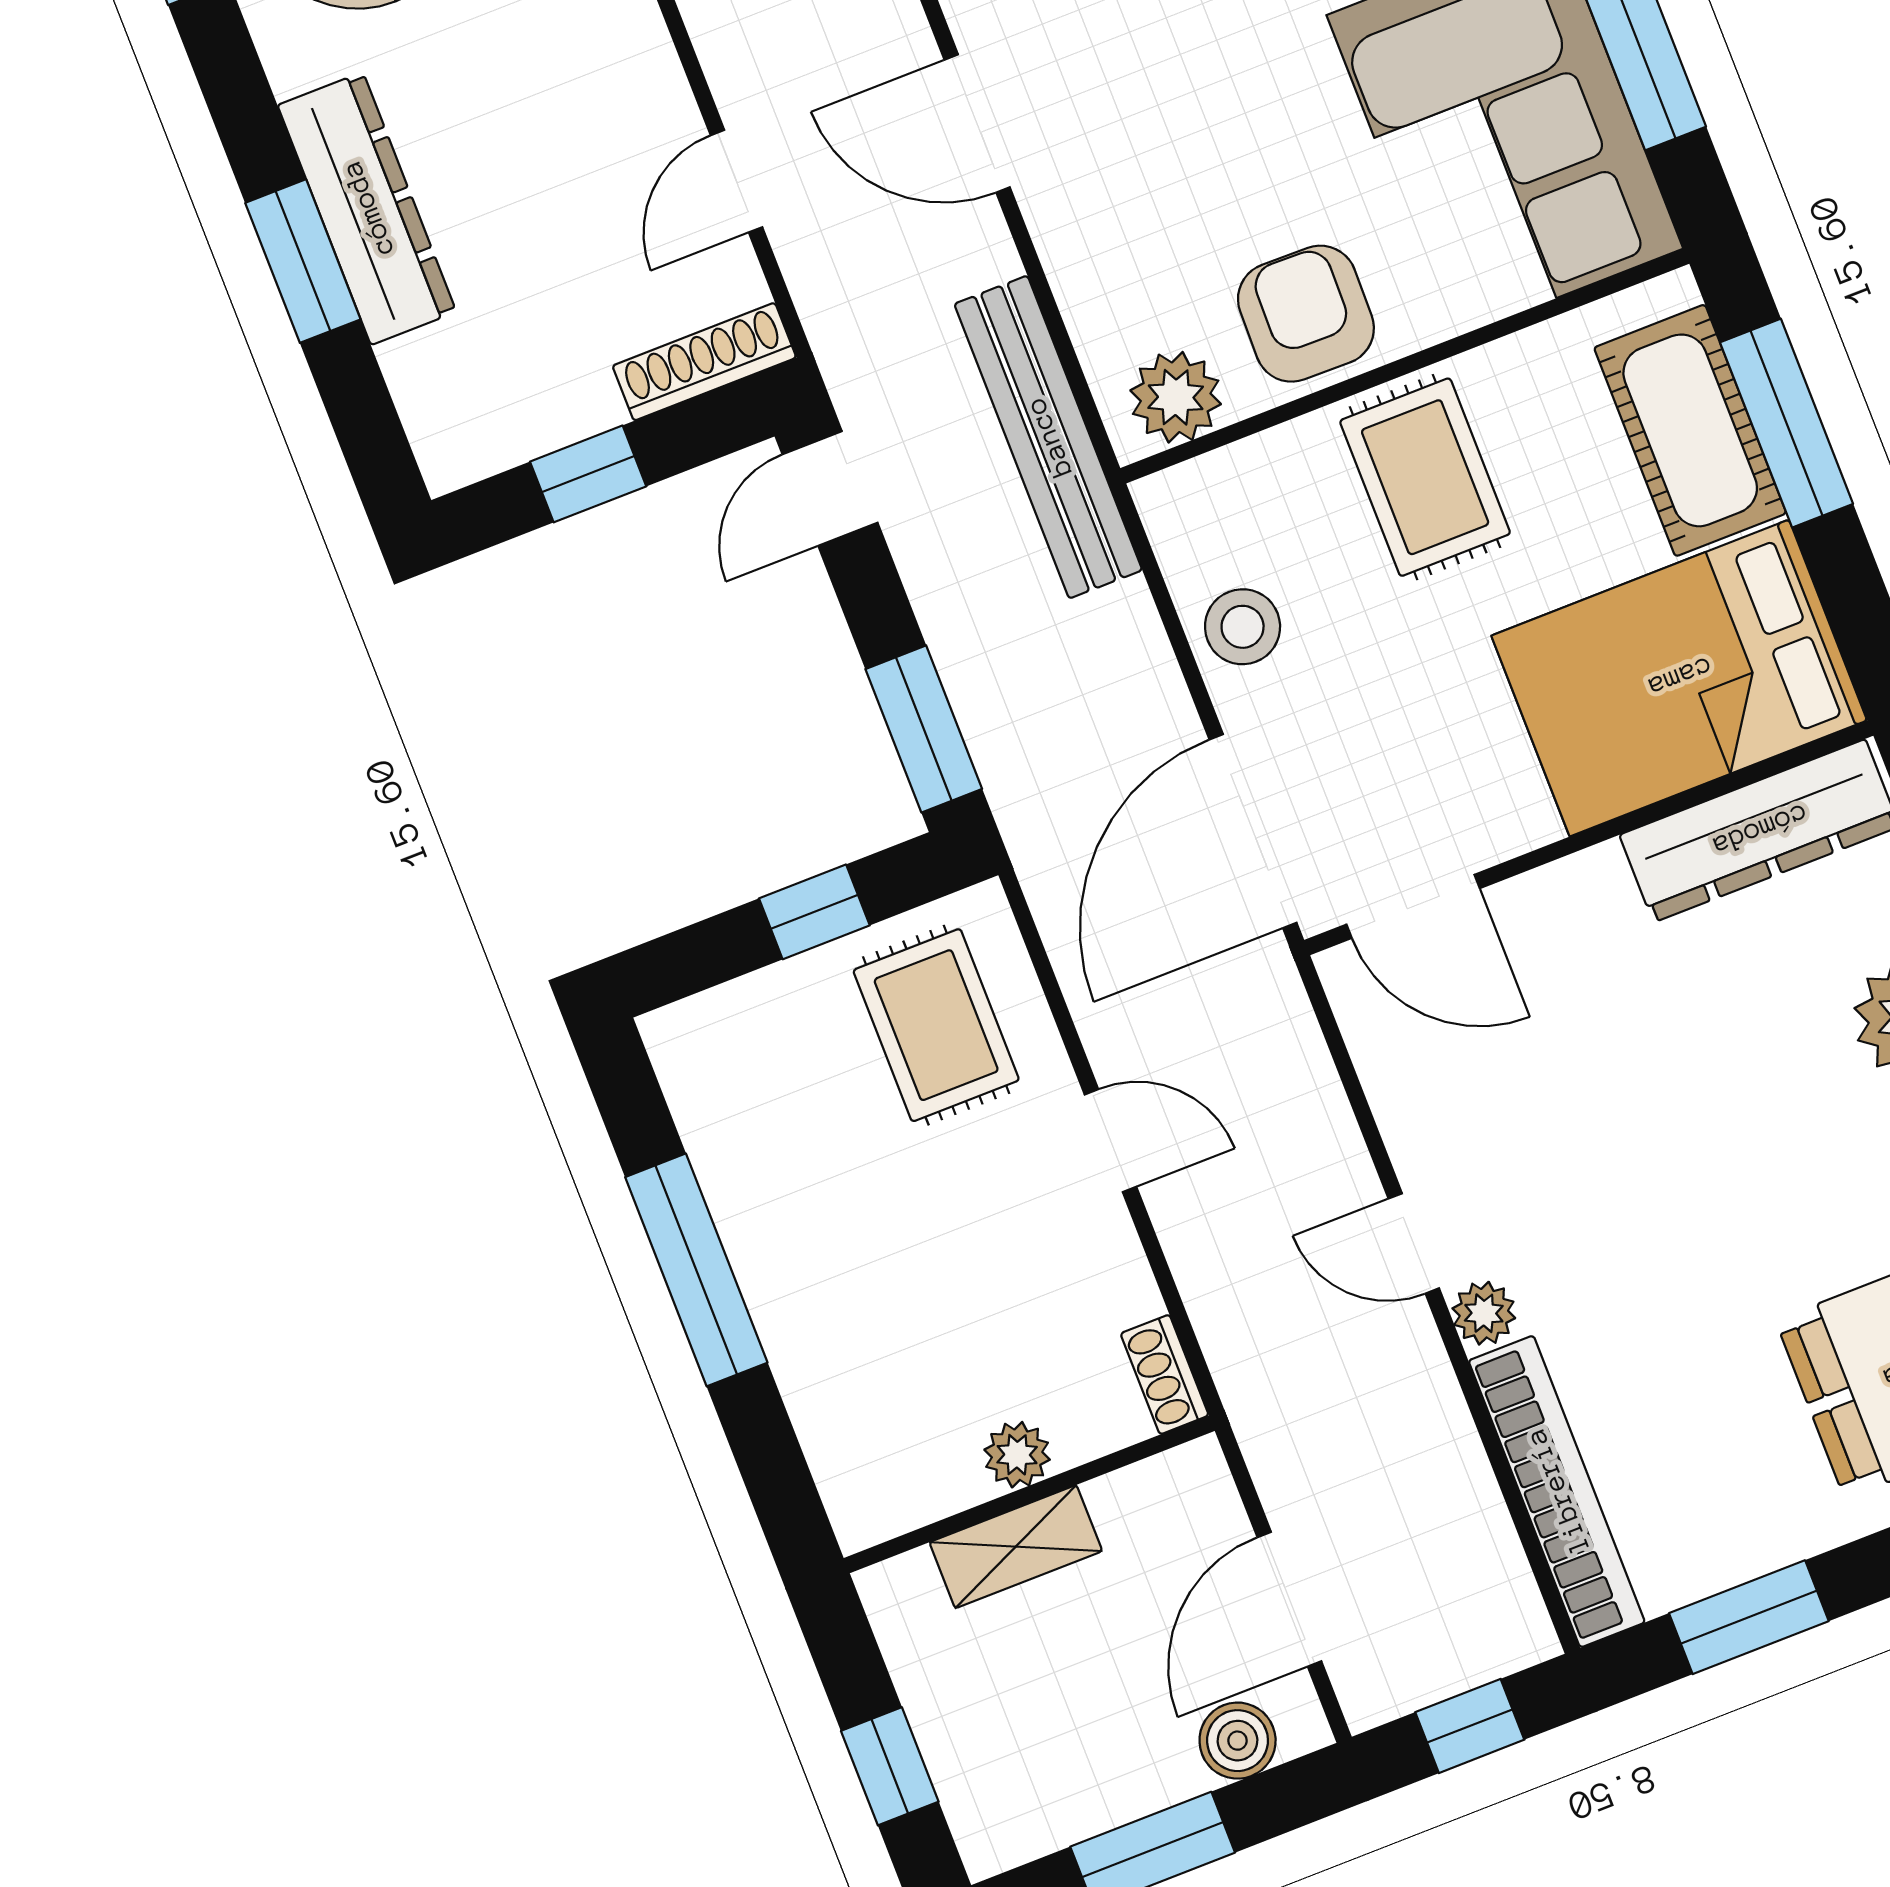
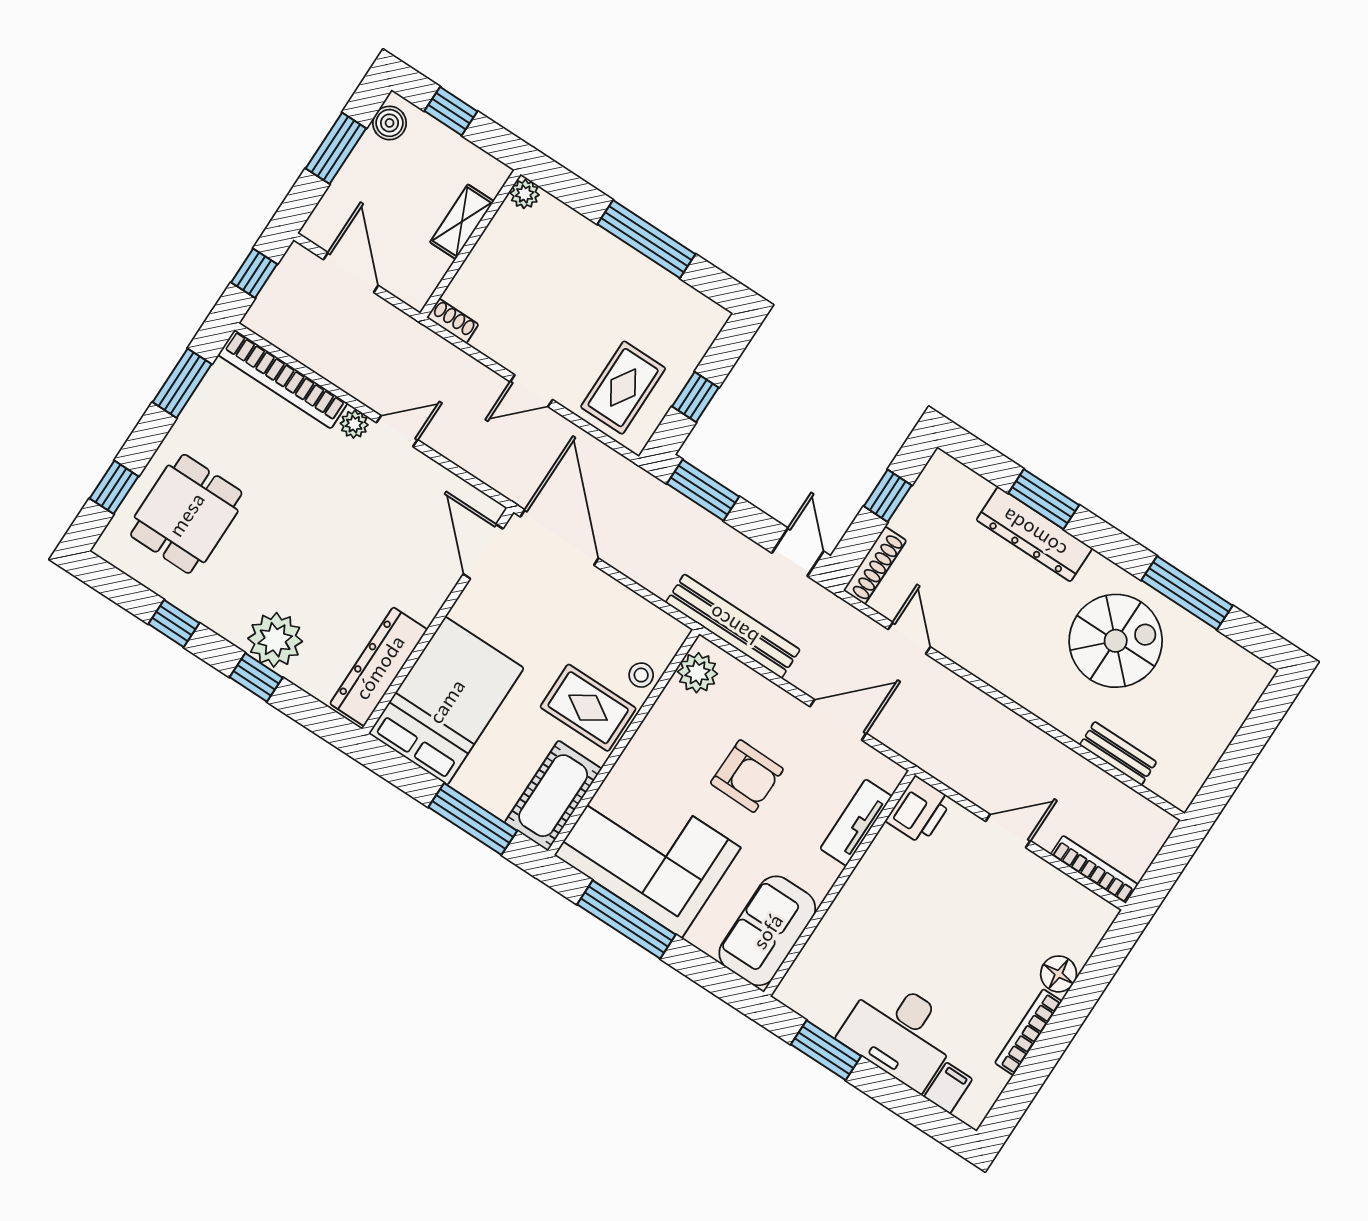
armchair: (1306, 314) -> (747, 776), moved
cot: (1690, 430) -> (553, 796), moved, turned 90
stool: (1243, 627) -> (641, 675), moved, width x0.73, depth x0.73
door: (1413, 906) -> (483, 551), hinge flipped
rug: (936, 1025) -> (623, 388), turned 90
plant: (1017, 1455) -> (525, 194), moved
boiler: (1238, 1741) -> (390, 123), moved

